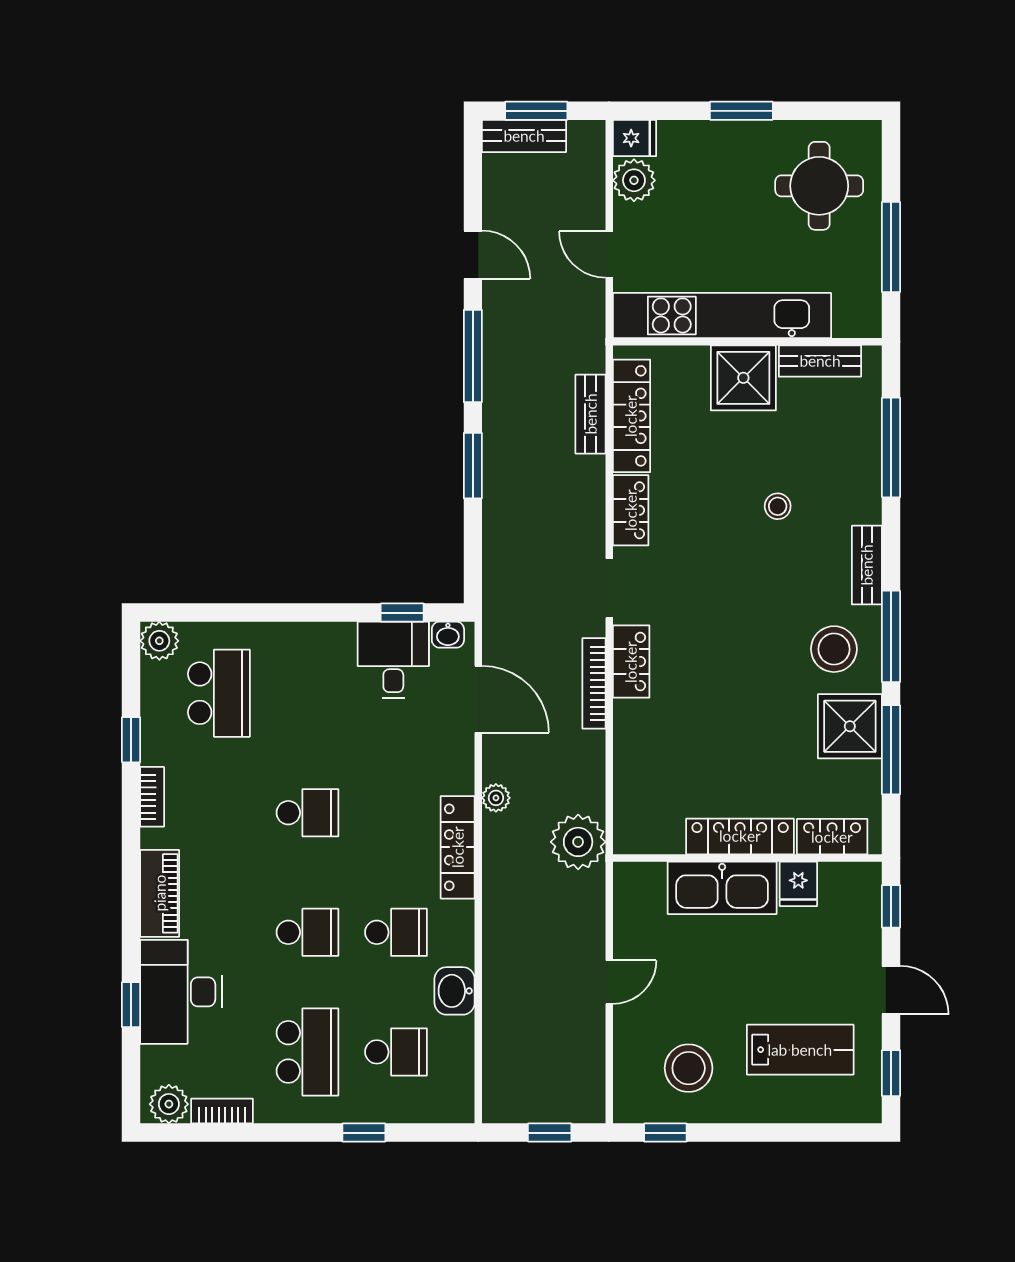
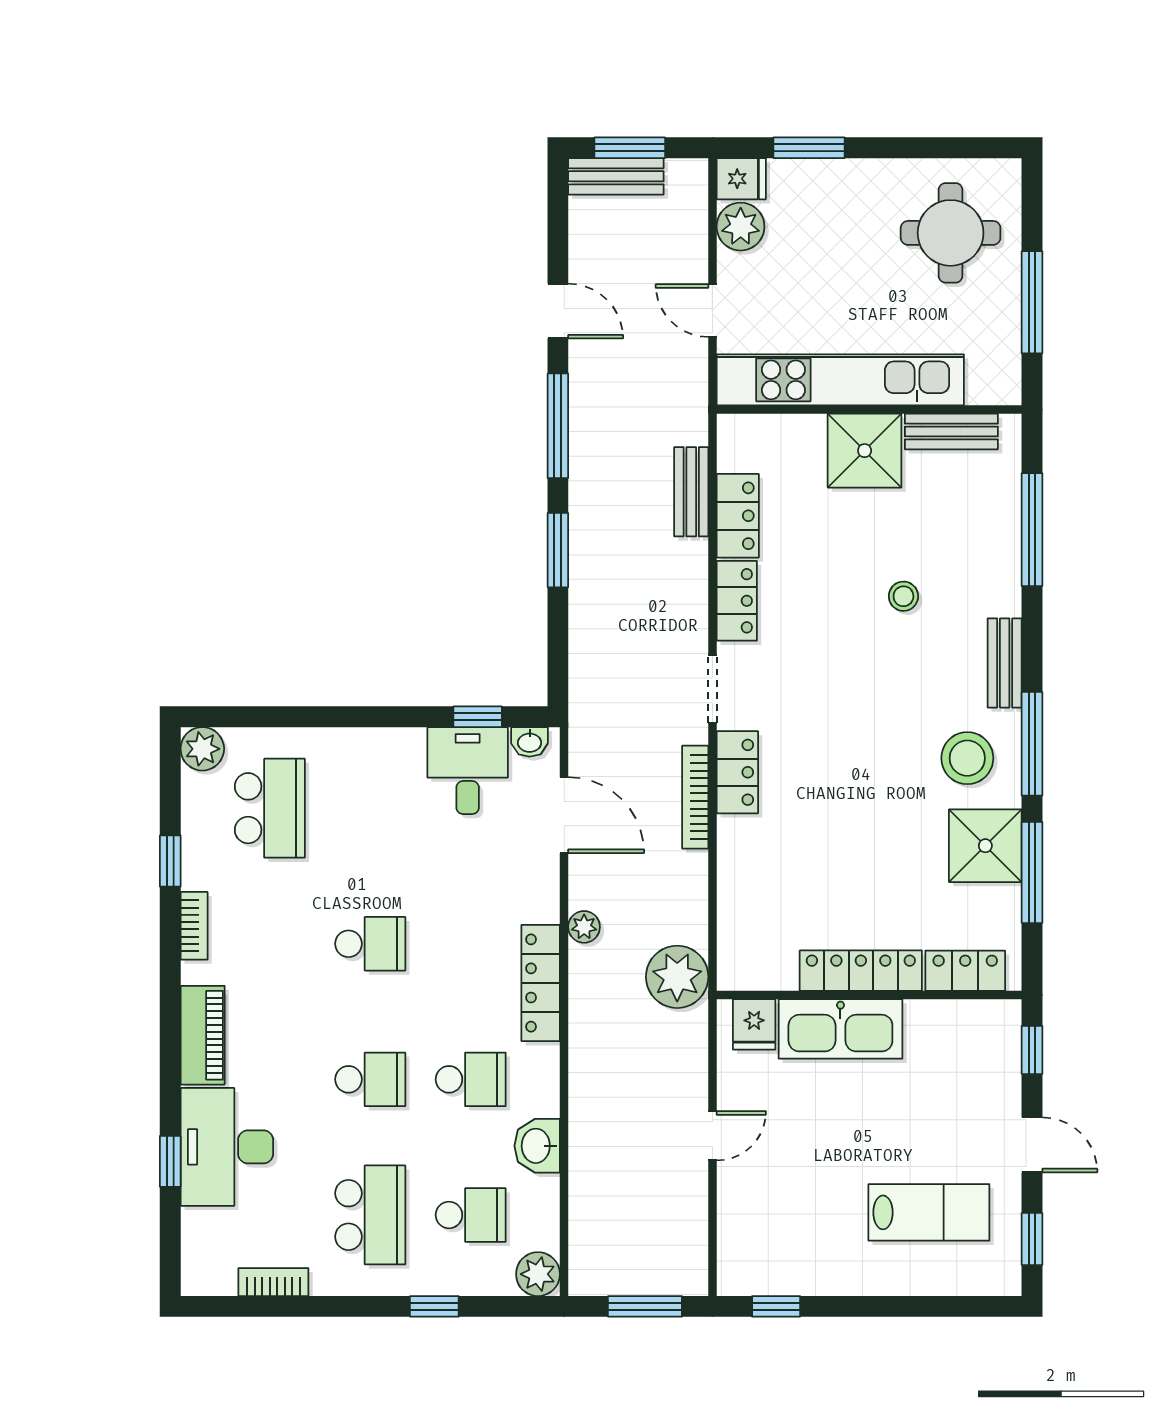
window: (741, 111) -> (809, 148), moved
locker: (631, 416) -> (738, 516), width x0.66
fridge: (798, 884) -> (754, 1024), moved
stool: (689, 1068) -> (802, 1233), removed
plant: (169, 1104) -> (538, 1274), moved
window: (550, 1133) -> (645, 1306), width x1.50

